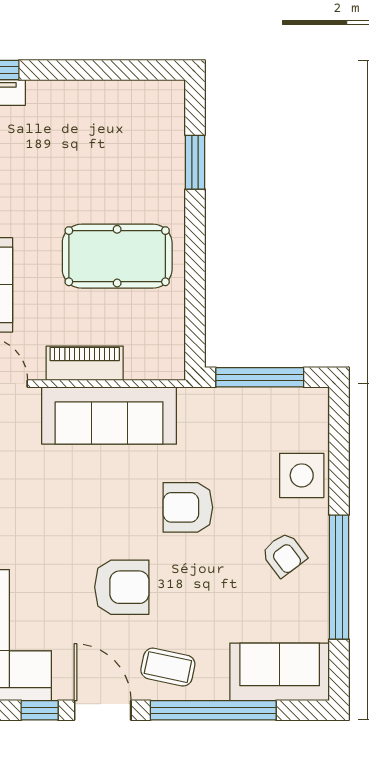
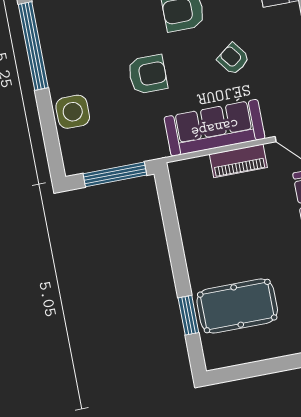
pool table: (117, 256) -> (237, 306), moved
armchair: (284, 555) -> (233, 59), moved

